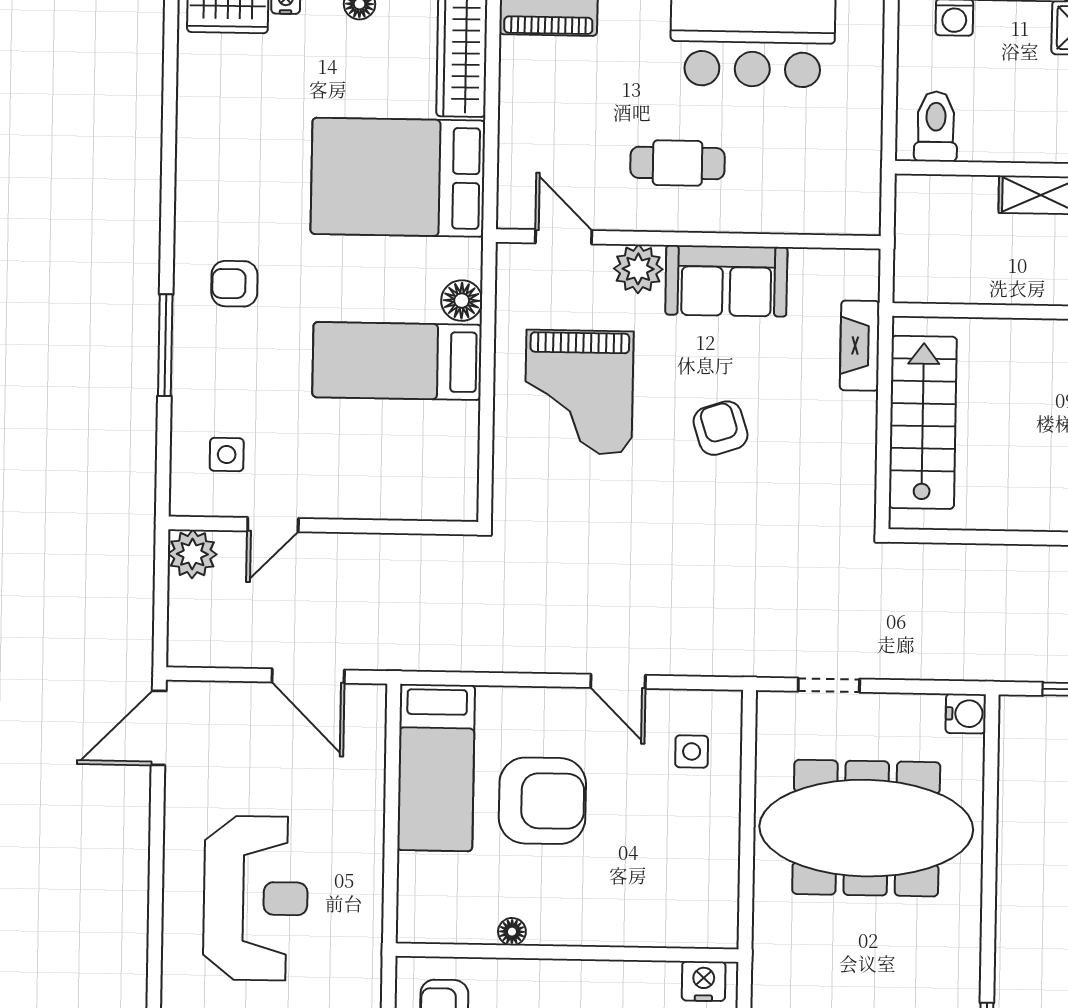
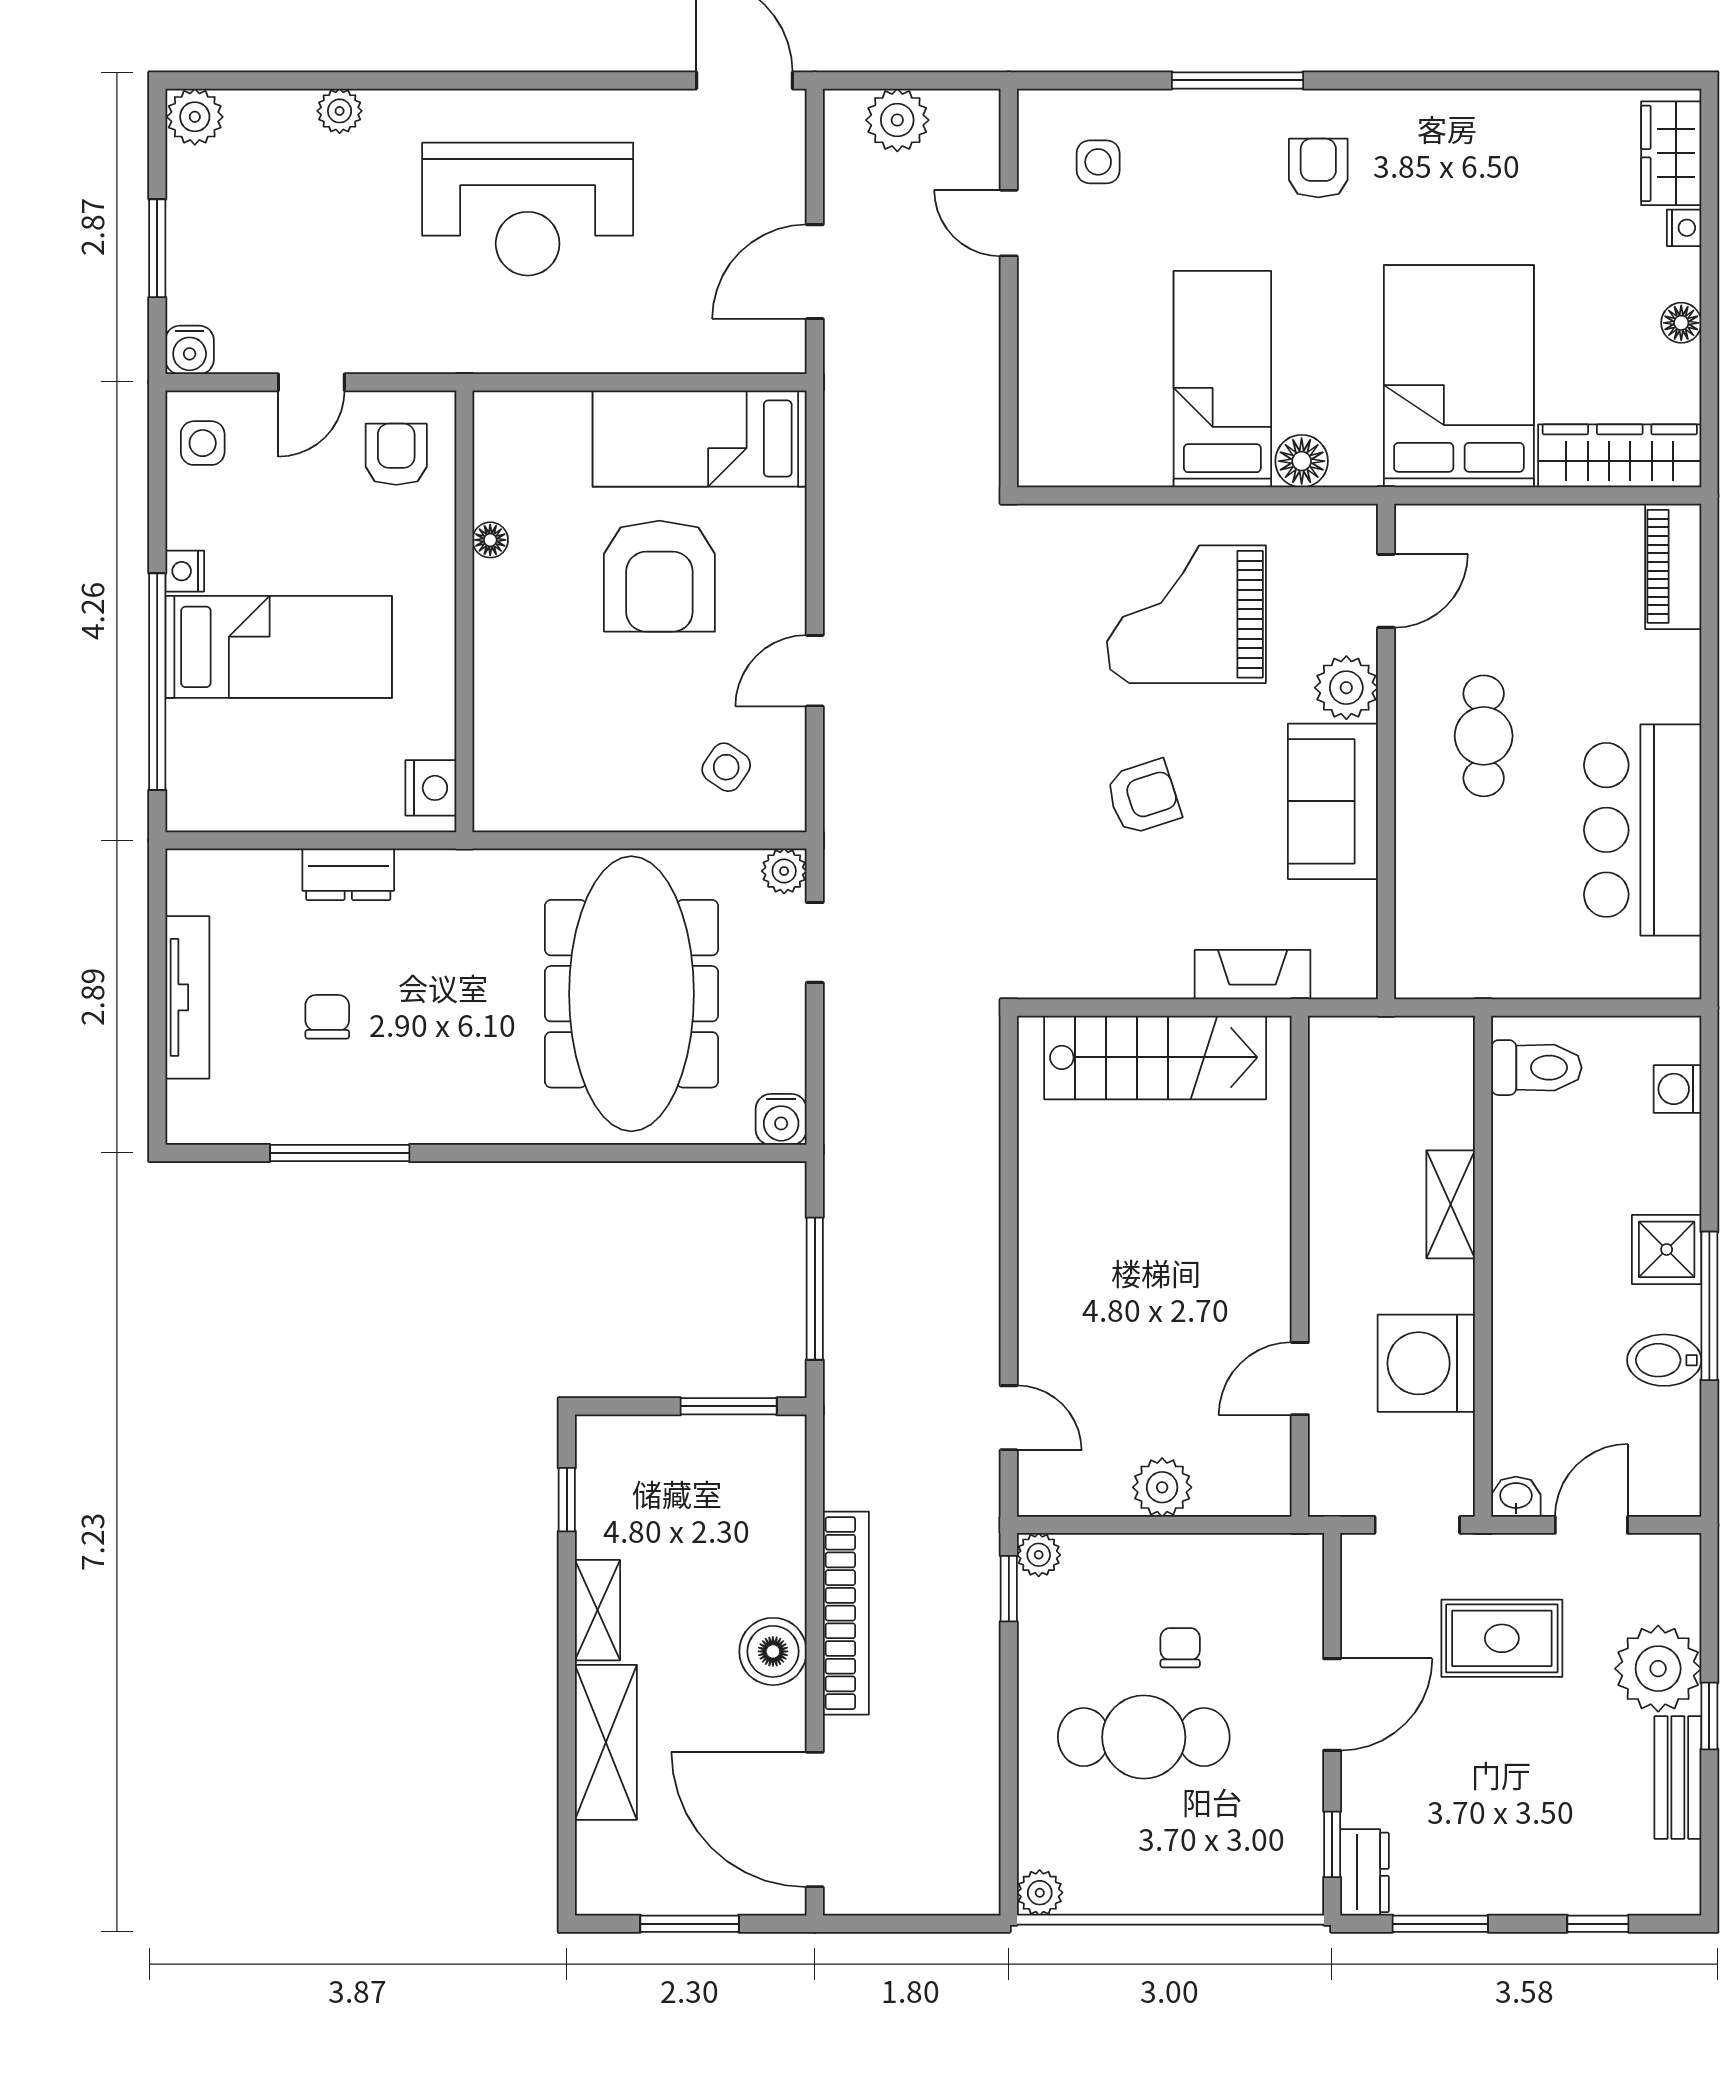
plant: (192, 554) -> (897, 120), moved
plant: (773, 708) -> (784, 871), added
side table: (692, 751) -> (726, 767), turned 34

